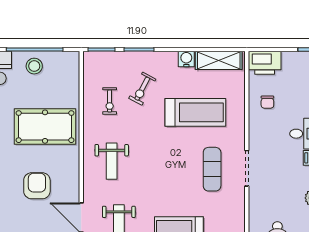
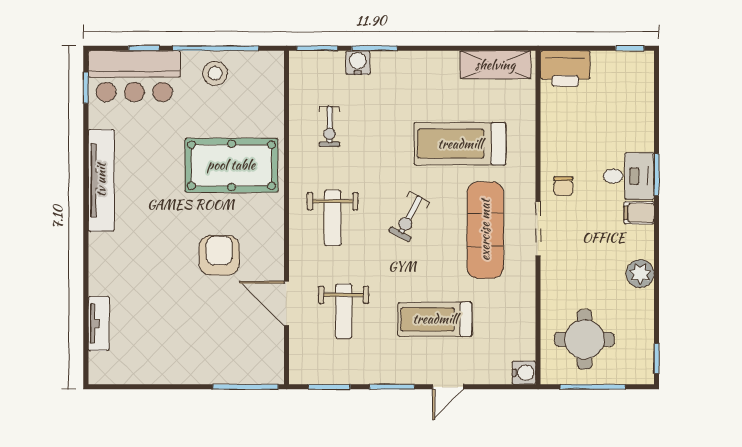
water cooler: (186, 59) -> (358, 63), moved
exercise bike: (142, 89) -> (409, 217), moved
chair: (267, 102) -> (563, 186), moved
treadmill: (195, 112) -> (460, 144), turned 180
exercise mat: (212, 169) -> (485, 230), width x1.36, depth x1.45

